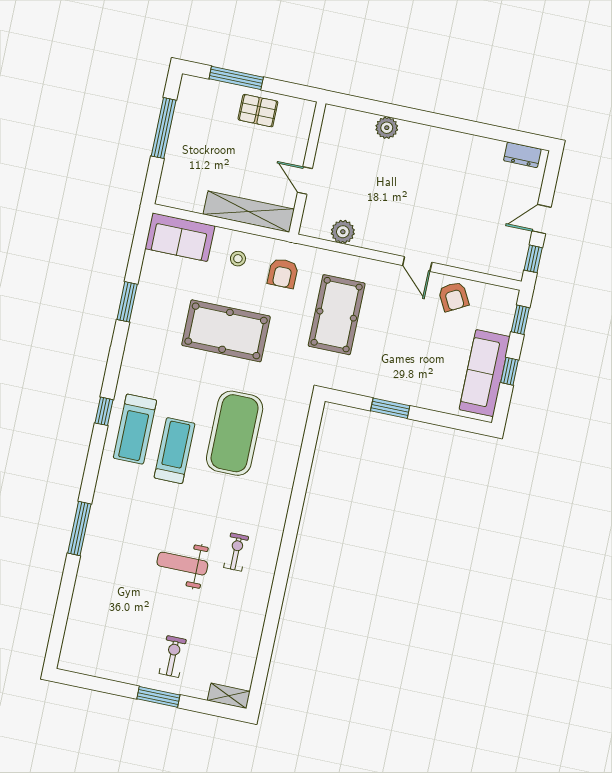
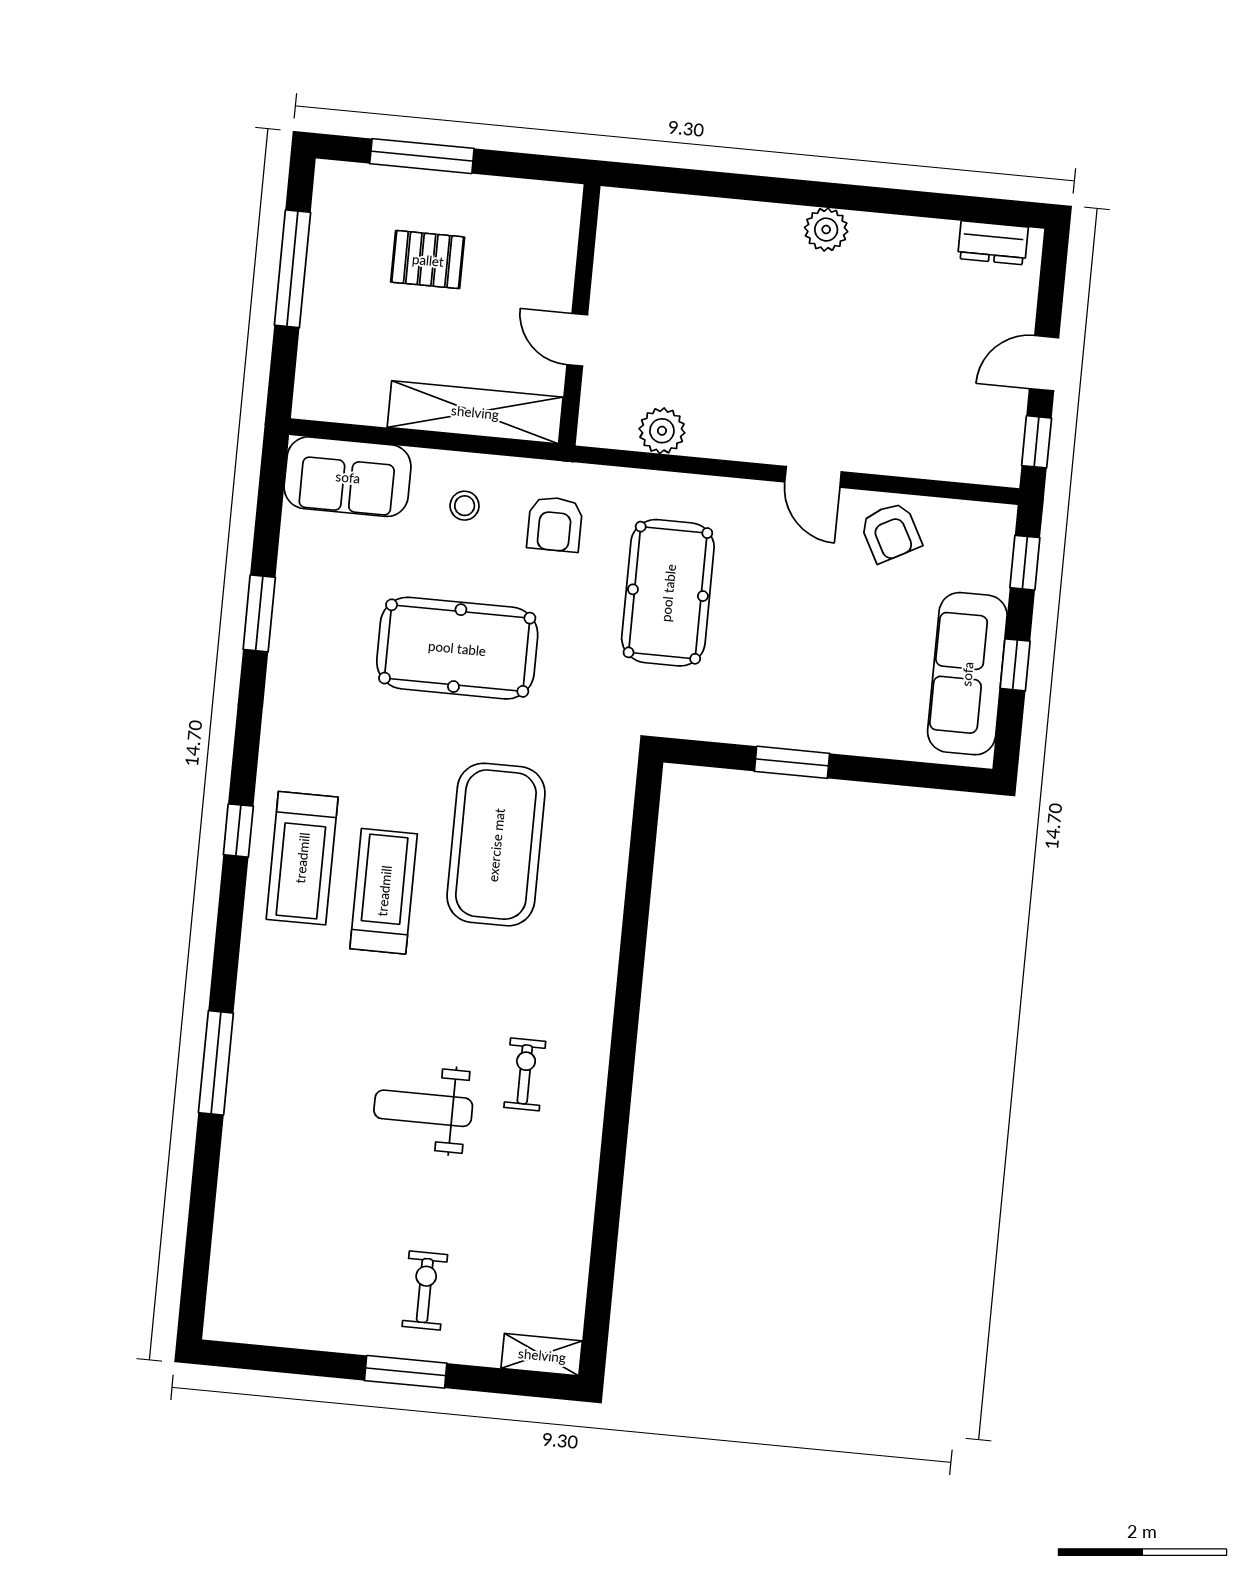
pallet: (258, 111) -> (428, 260), moved
plant: (387, 128) -> (826, 230), moved

